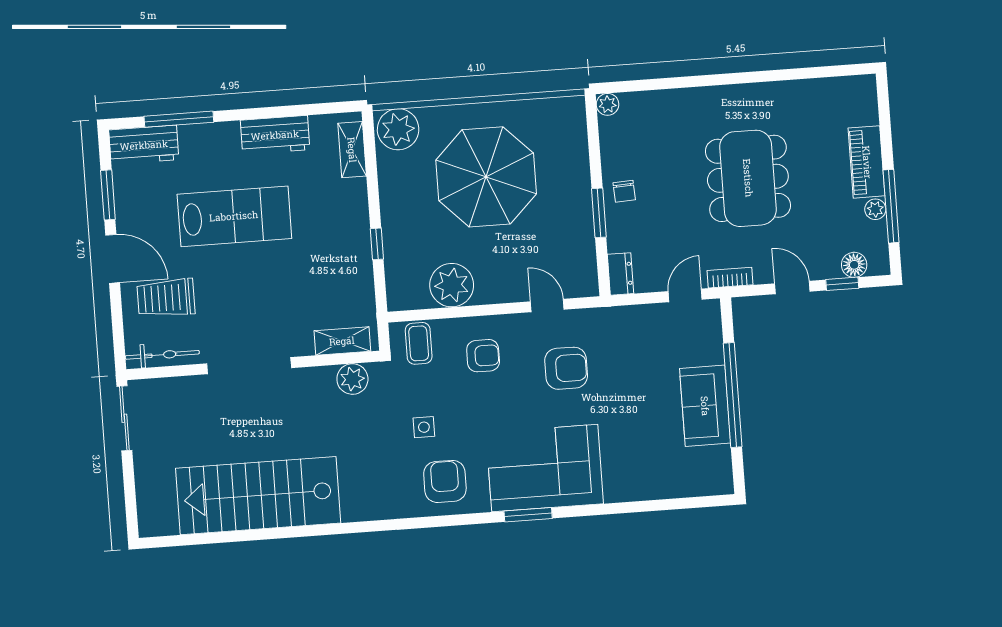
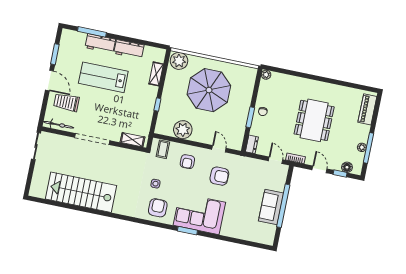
workbench: (144, 145) -> (100, 43), moved
shelving: (352, 150) -> (156, 74), moved
piano: (867, 162) -> (367, 109), moved
lab bench: (234, 216) -> (103, 77), turned 180
door: (685, 295) -> (276, 160), hinge flipped
armchair: (483, 356) -> (187, 162), turned 90
plant: (352, 379) -> (132, 156), removed

